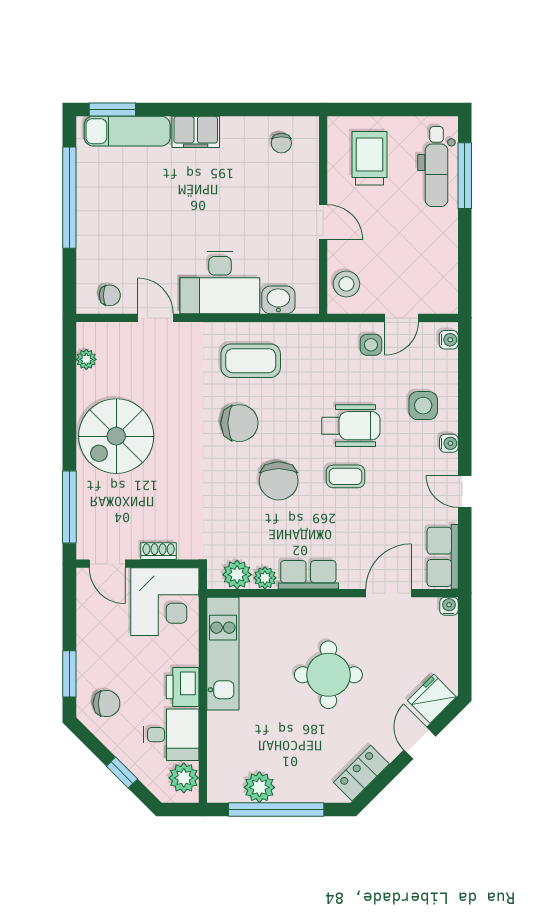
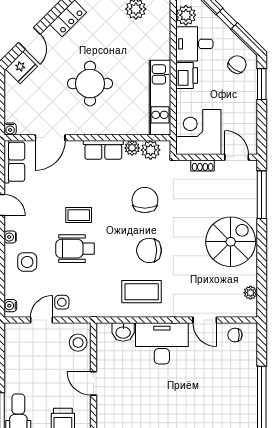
chair: (279, 481) -> (145, 200), moved
chair: (106, 704) -> (237, 65), turned 125

